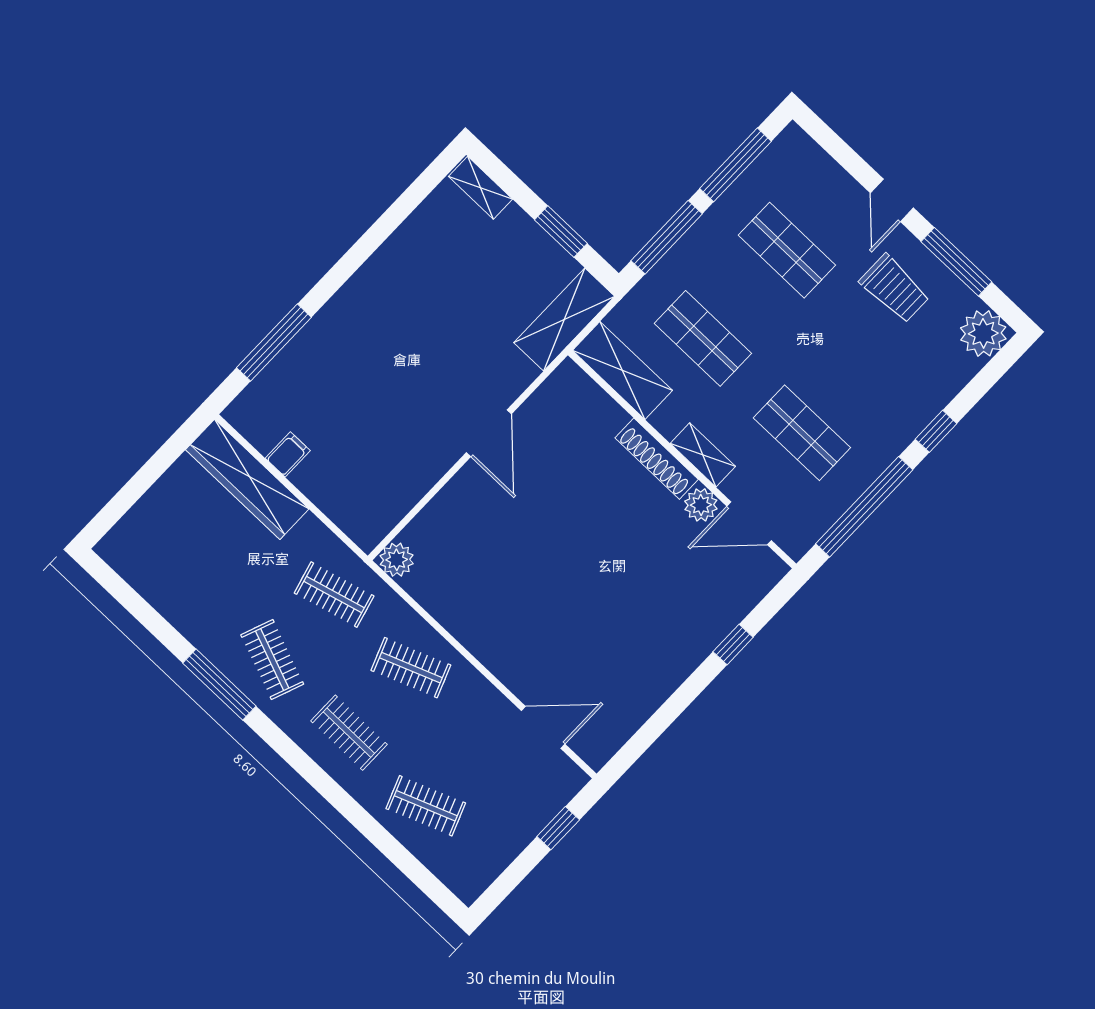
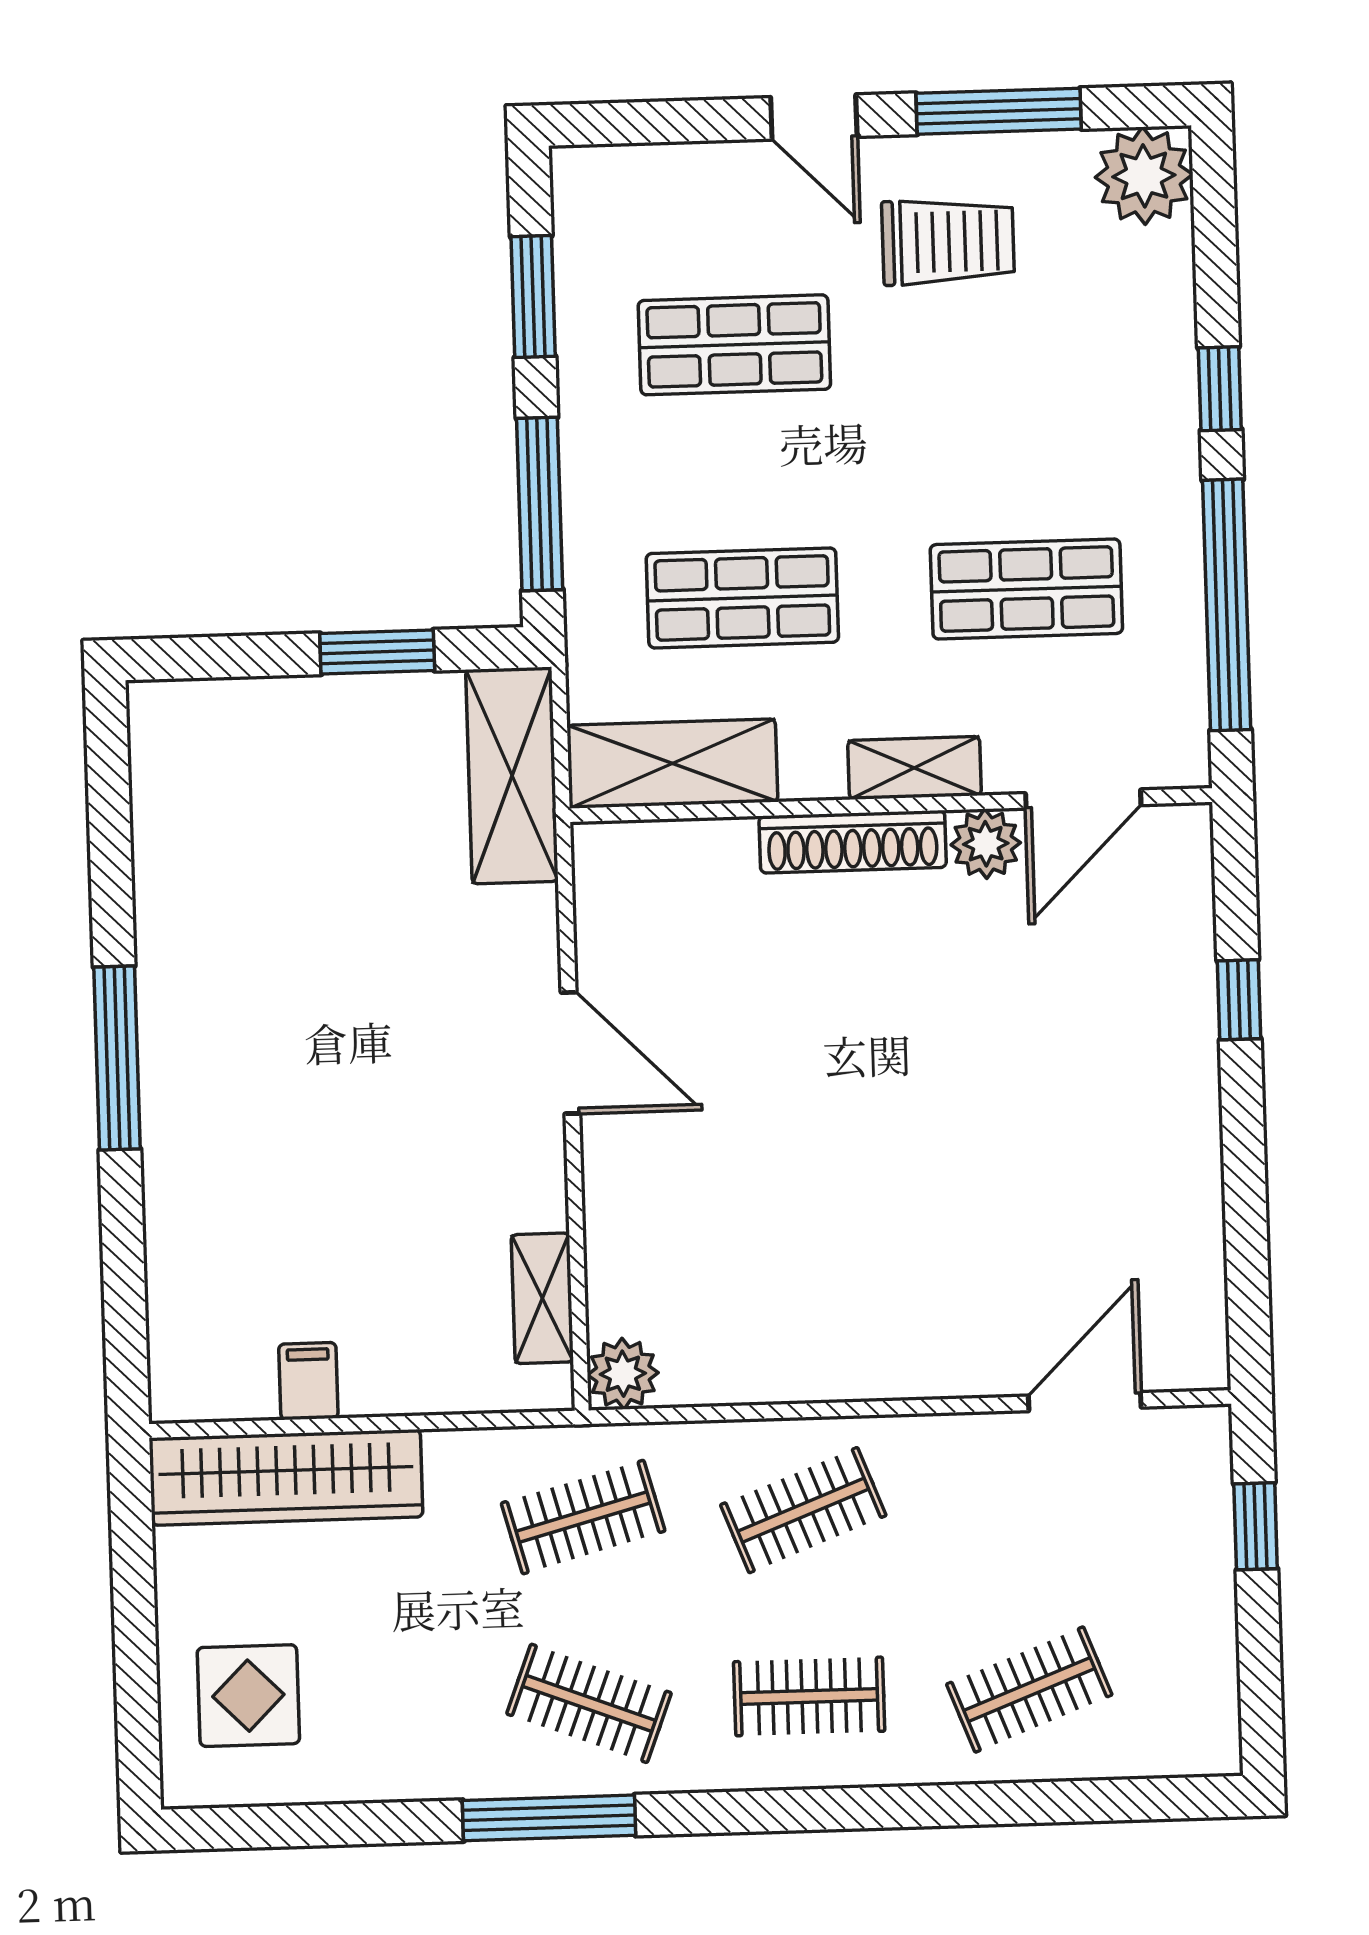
window: (735, 165) -> (533, 297), width x0.69
shelving: (480, 188) -> (542, 1298), moved, turned 90
window: (274, 342) -> (117, 1058), moved
display table: (160, 540) -> (248, 1696), added

